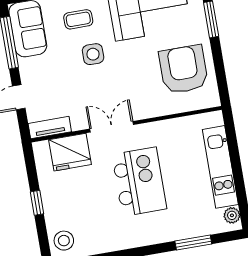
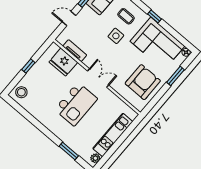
double door: (112, 127) -> (98, 78), moved
tv unit: (50, 128) -> (75, 51), moved

